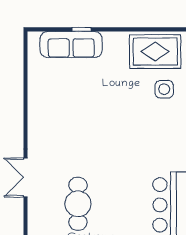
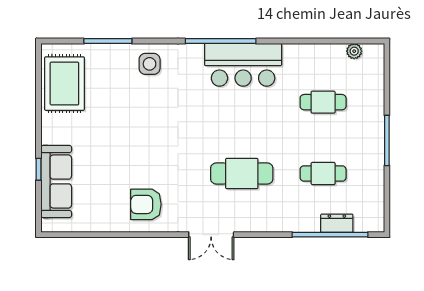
side table: (164, 89) -> (150, 64), moved
armchair: (51, 122) -> (146, 204), added

